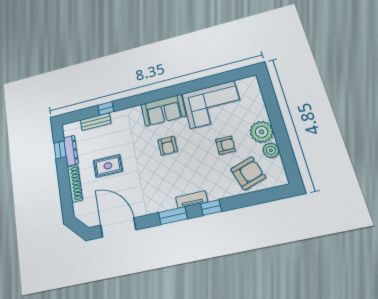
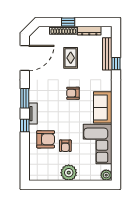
bench: (96, 122) -> (107, 54), width x1.36
armchair: (168, 146) -> (73, 93), moved
window: (60, 150) -> (68, 22), moved
plant: (271, 150) -> (106, 175), moved
armchair: (248, 173) -> (46, 139), moved, turned -72

